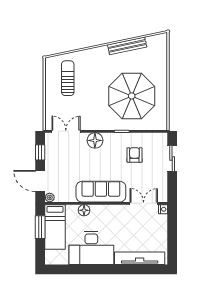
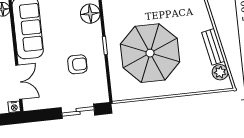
plant: (153, 41) -> (220, 72), added
bench: (127, 46) -> (213, 47), width x0.73

